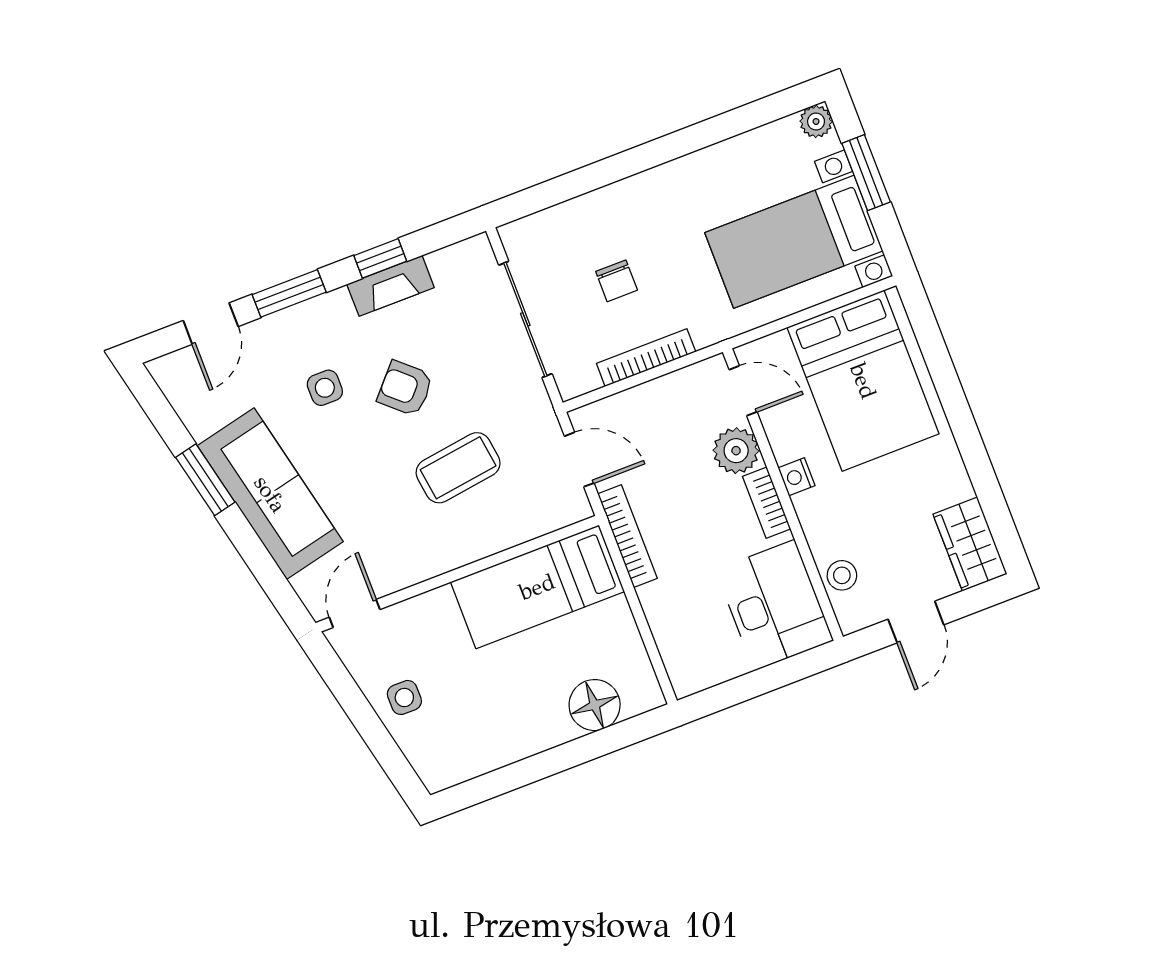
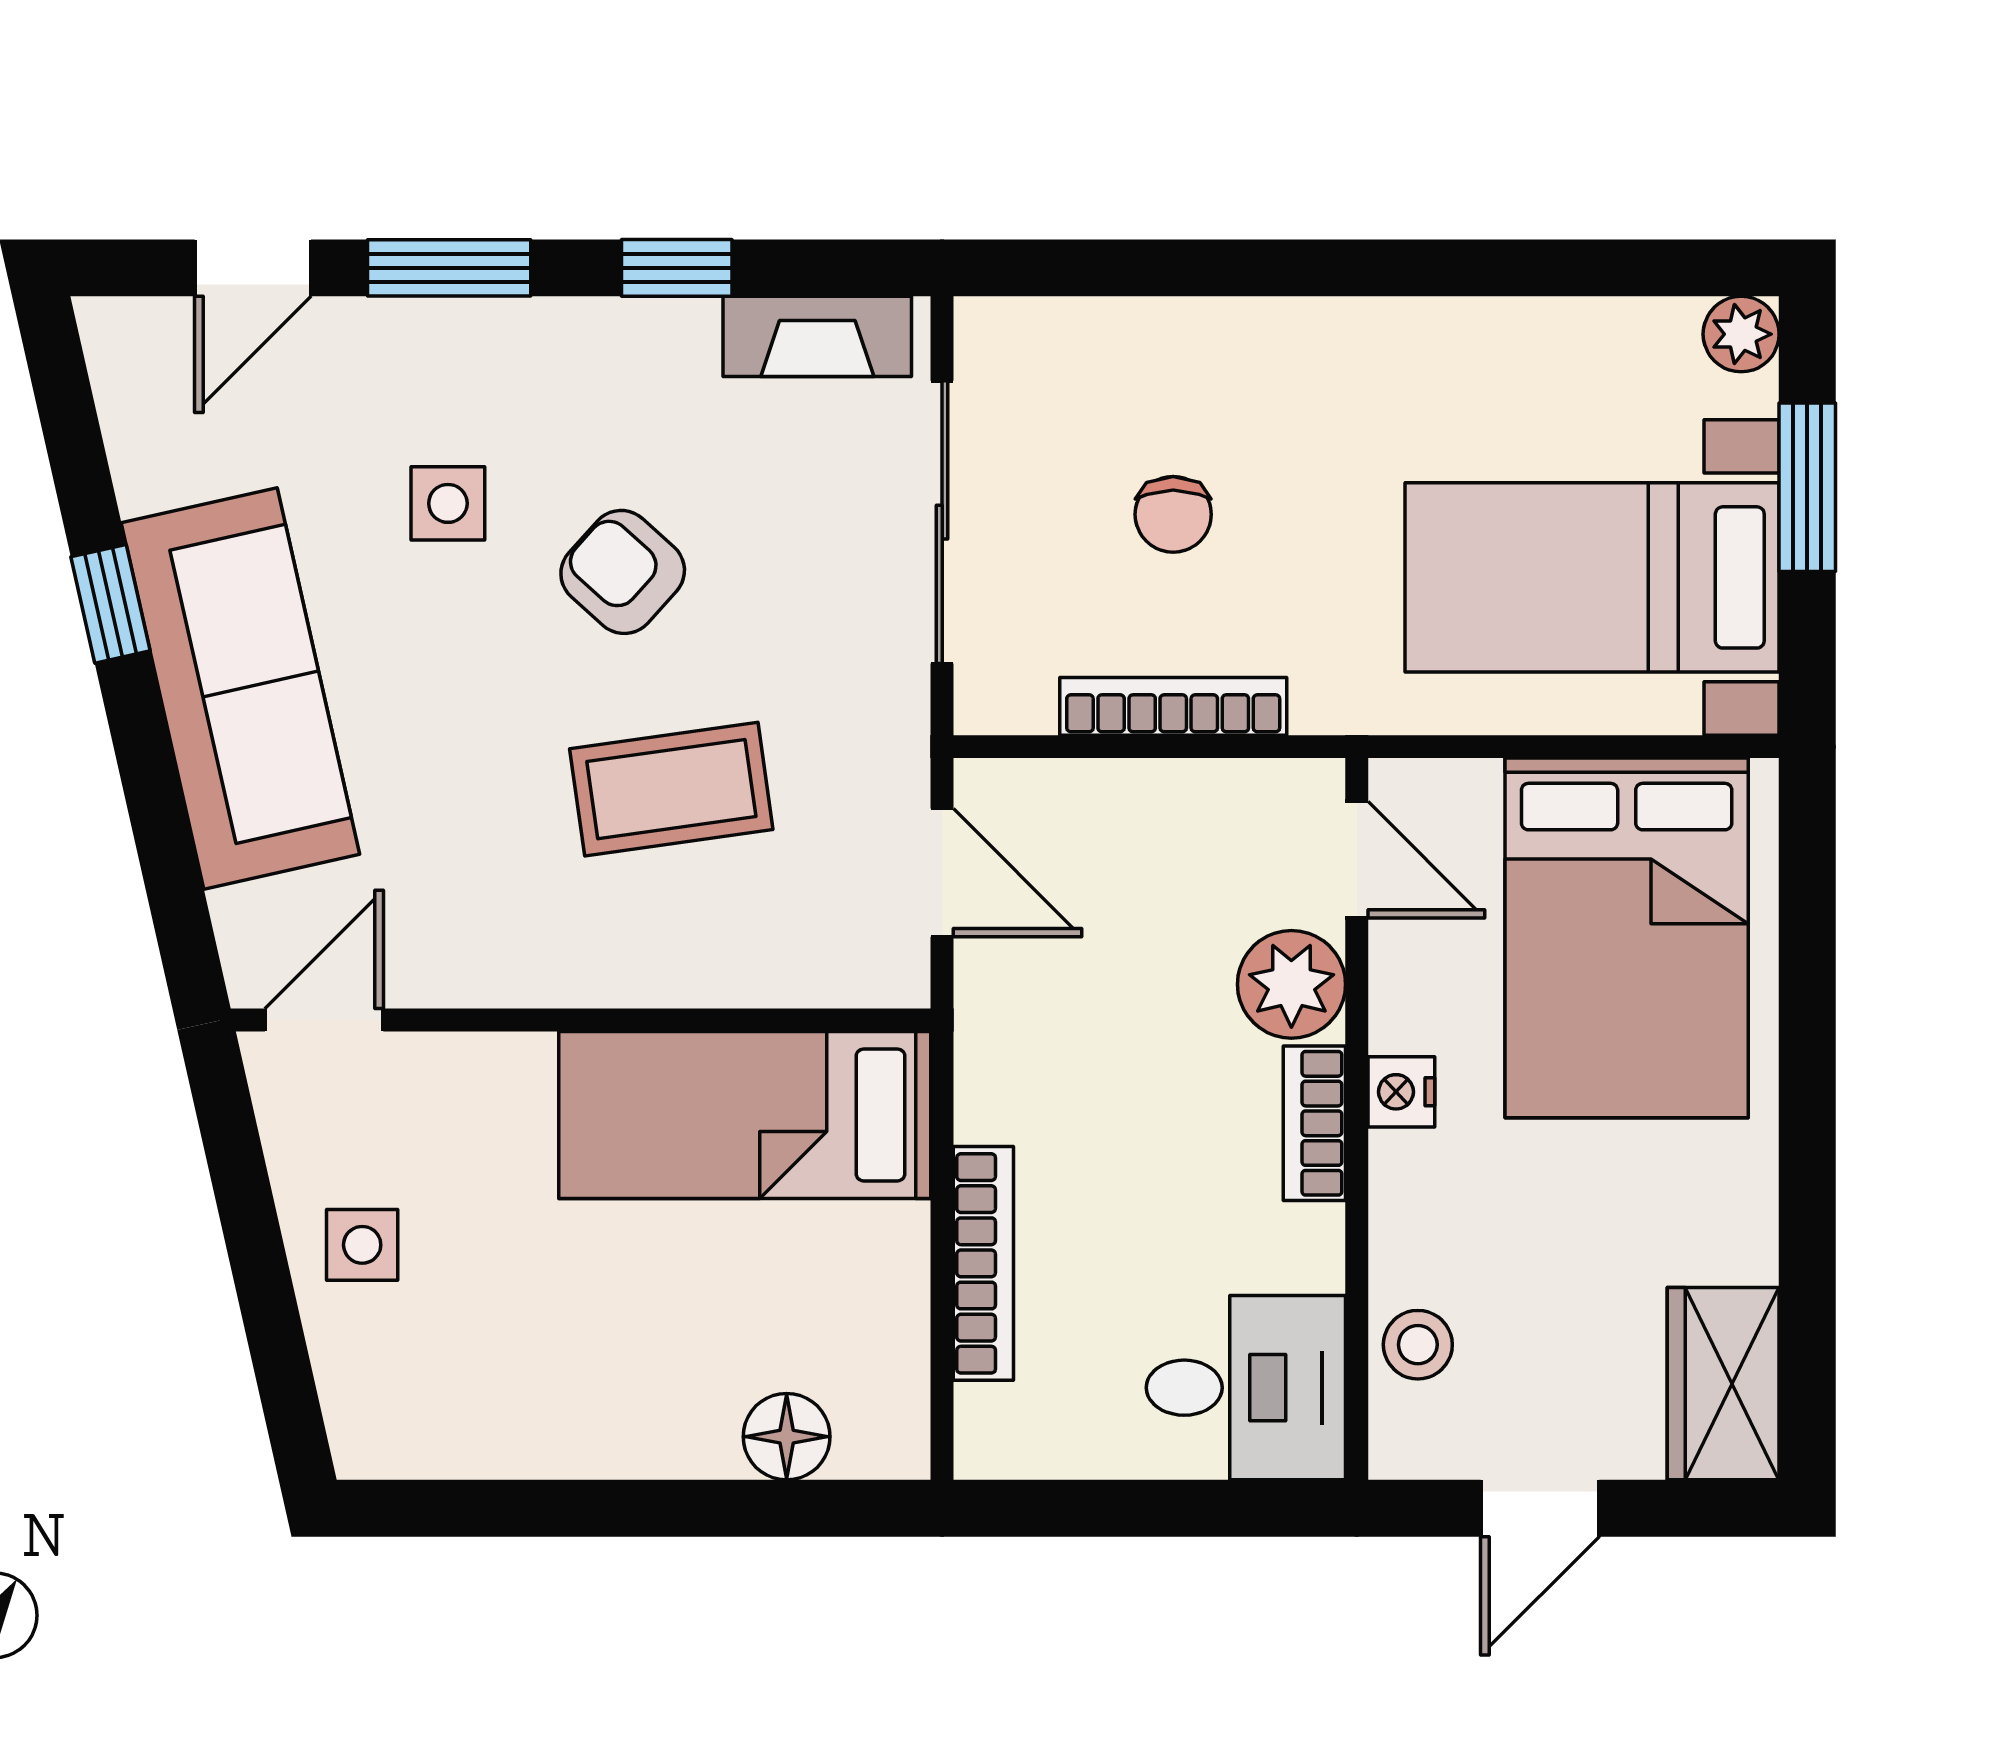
fireplace: (391, 286) -> (817, 336), moved
window: (205, 480) -> (110, 604), width x0.67
bookcase: (627, 536) -> (983, 1263), moved
desk: (774, 605) -> (1246, 1388), width x0.73
floor lamp: (595, 705) -> (787, 1437), width x0.73, depth x0.73

